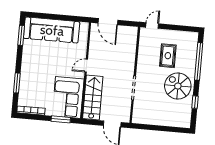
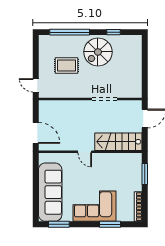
door: (108, 22) -> (36, 133), hinge flipped
corner sofa: (68, 97) -> (94, 206), moved, turned 180

